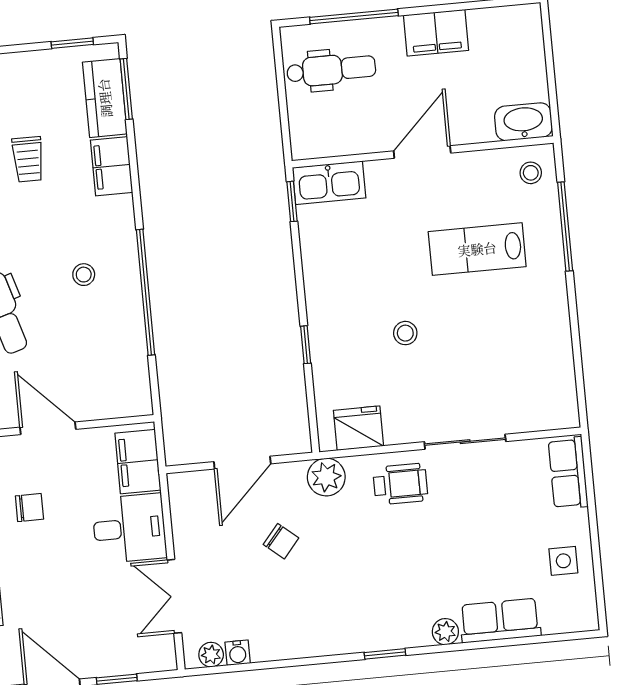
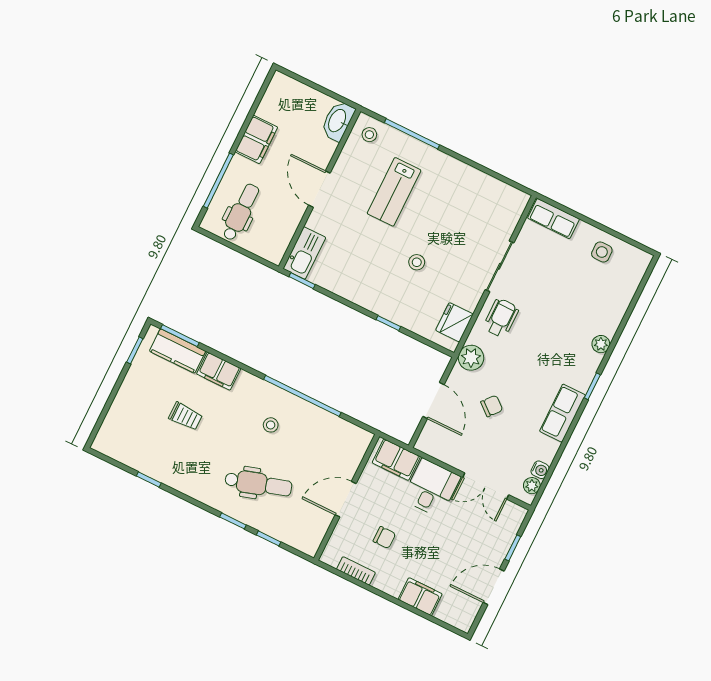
chair: (29, 508) -> (384, 538), turned 90
row of seats: (500, 621) -> (562, 413), moved

